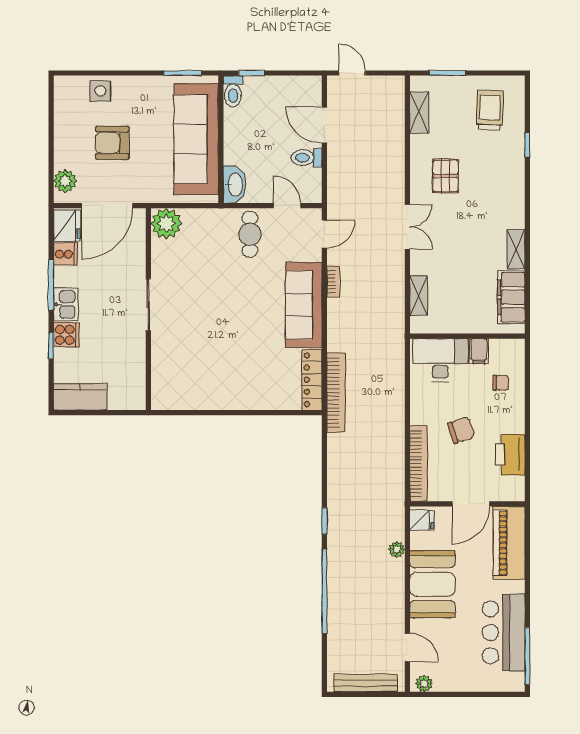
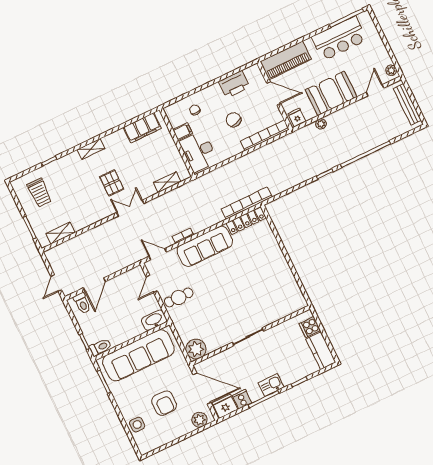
trolley: (490, 110) -> (39, 193), turned -92
toilet: (307, 158) -> (82, 303), moved
pallet: (445, 176) -> (112, 183), moved, turned 90
shelving: (516, 249) -> (91, 149), moved
cooker: (66, 335) -> (310, 327), moved, turned -90

